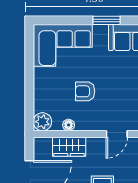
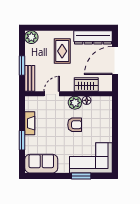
window: (106, 20) -> (81, 176), moved
plant: (42, 122) -> (75, 103), moved

